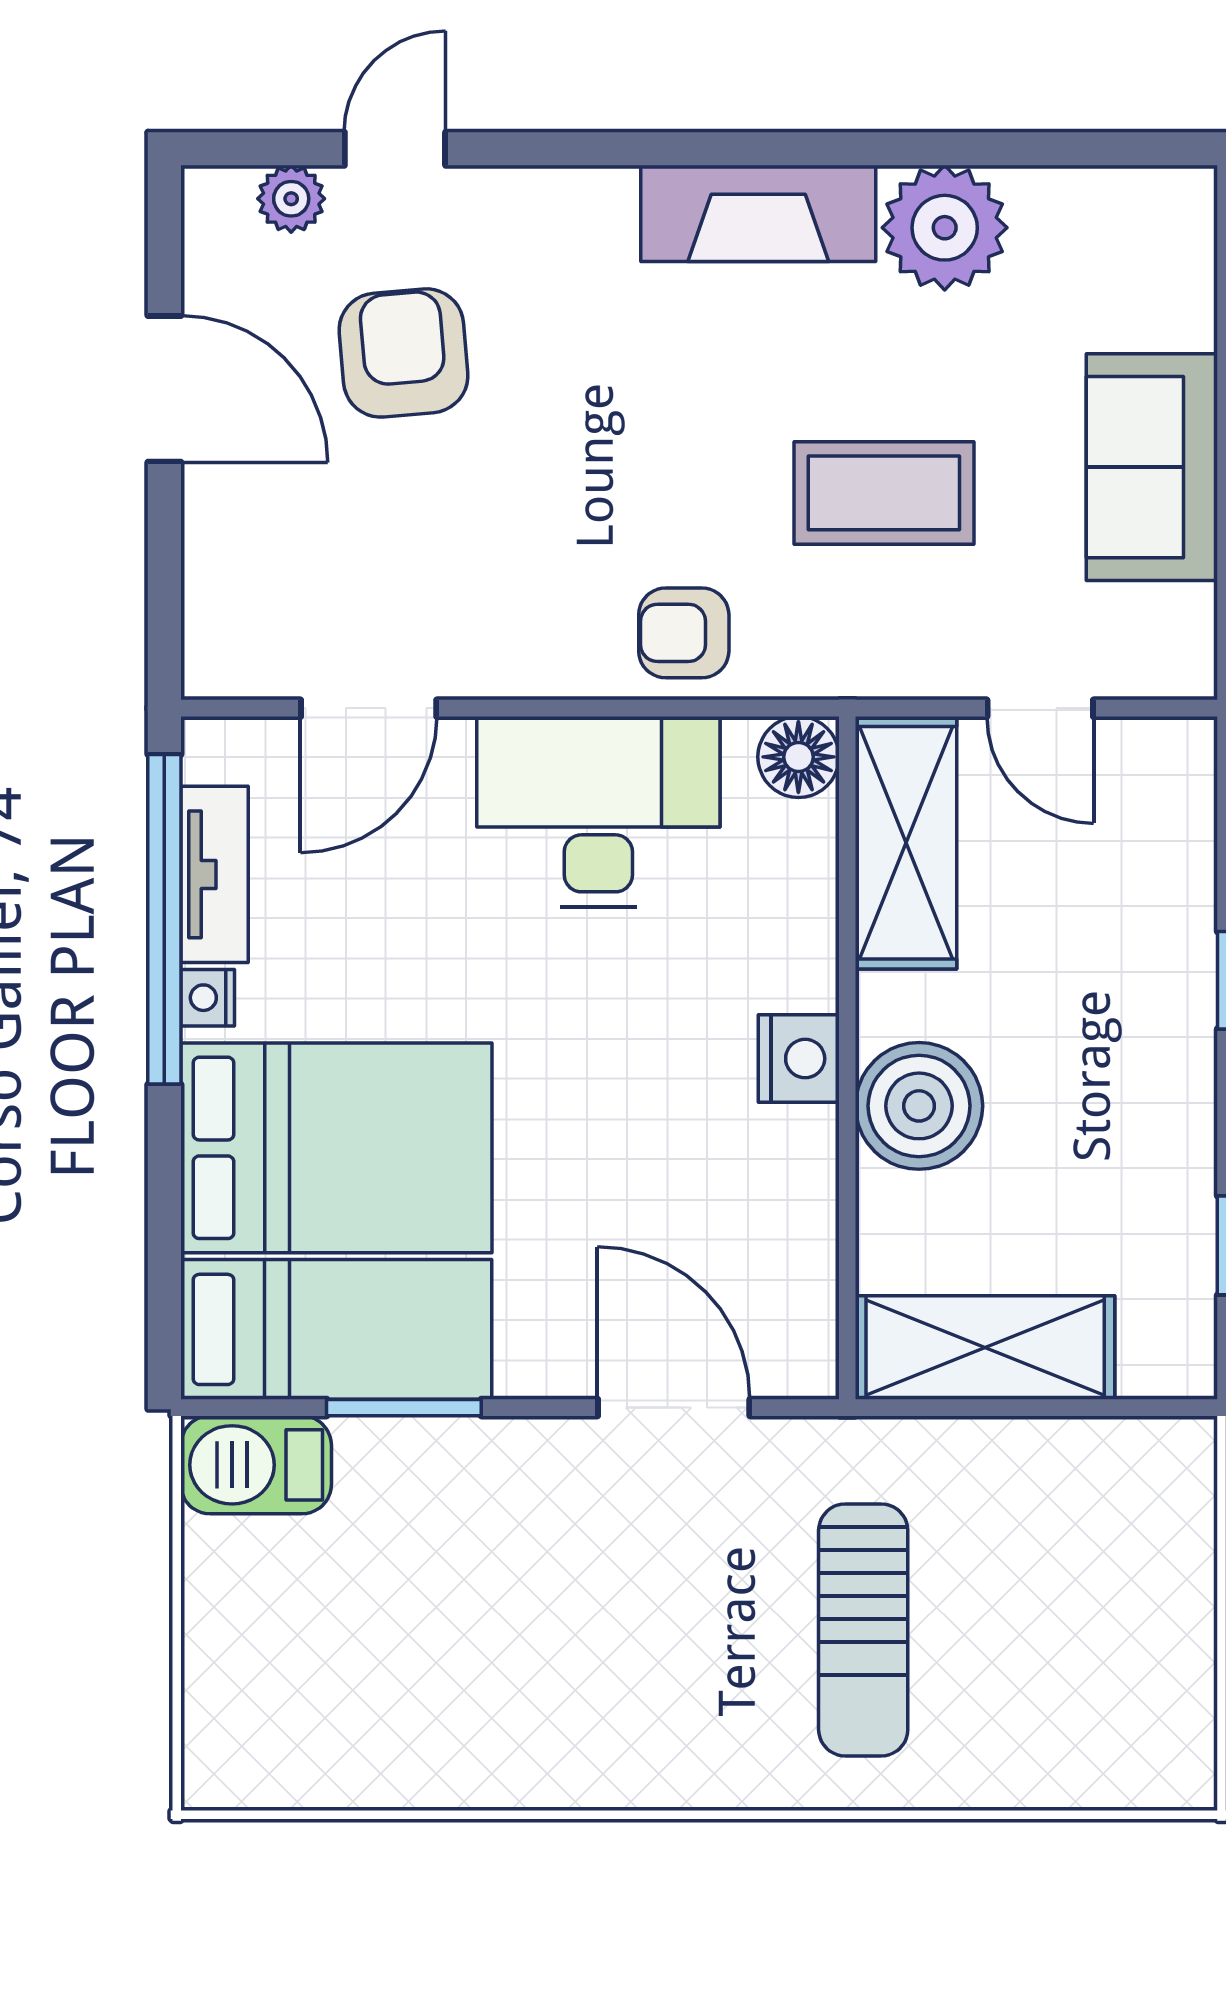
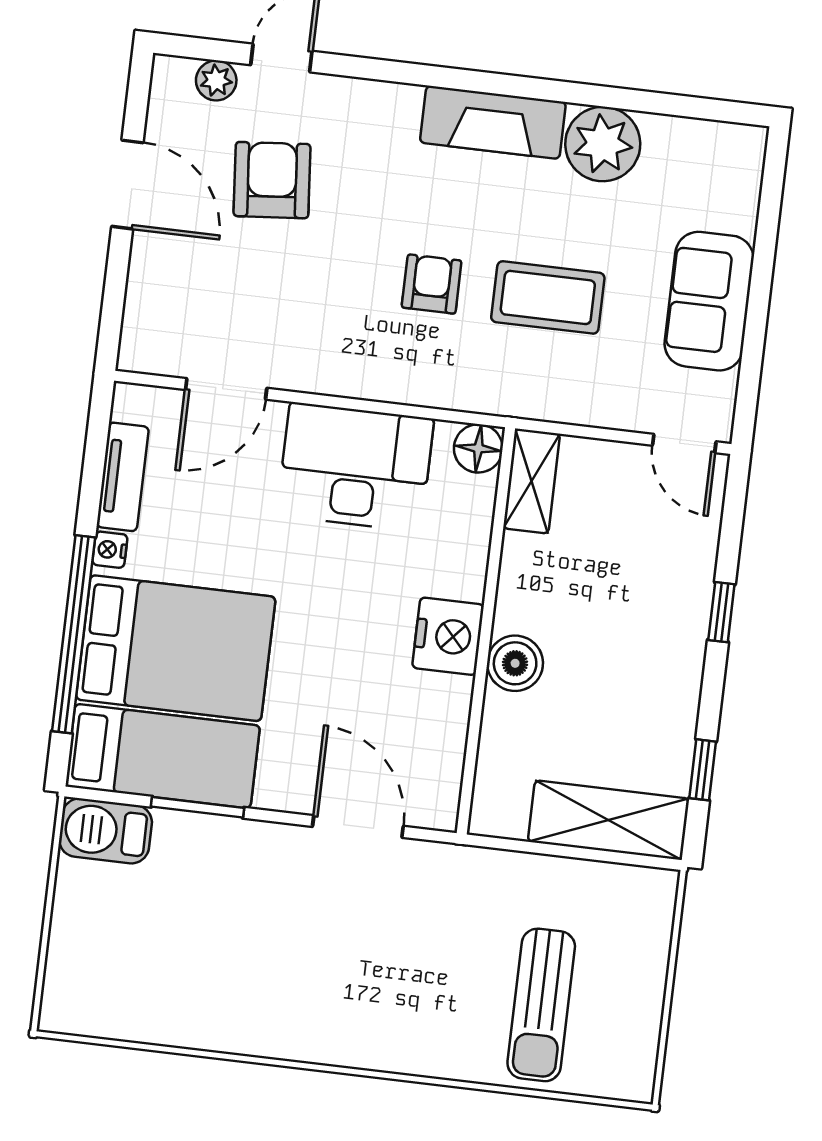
armchair: (684, 633) -> (432, 284), moved, turned 90
door: (1040, 708) -> (684, 444), moved
shelving: (906, 843) -> (532, 481), width x0.67, depth x0.75
window: (164, 919) -> (74, 634), moved
nightstand: (799, 1059) -> (448, 636), width x1.36, depth x1.33
boiler: (919, 1106) -> (515, 663), width x0.73, depth x0.73
shelving: (985, 1347) -> (609, 820), moved
sun lounger: (863, 1630) -> (541, 1005), moved

